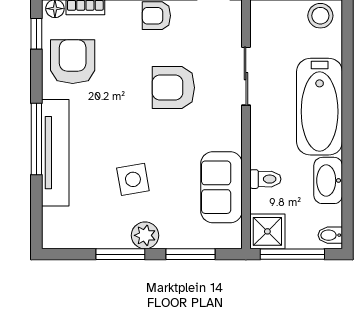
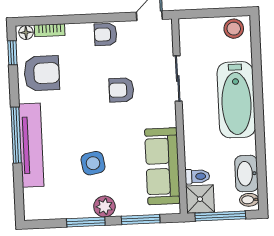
armchair: (73, 62) -> (42, 73), turned 90
armchair: (173, 88) -> (121, 90), width x0.72, depth x0.72
toilet: (265, 179) -> (197, 176), moved
washbasin: (328, 180) -> (246, 174), moved
sofa: (221, 187) -> (162, 166), width x1.36

